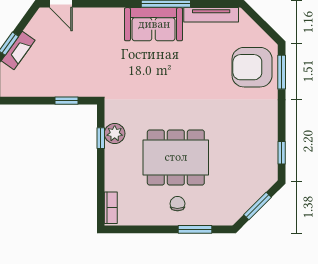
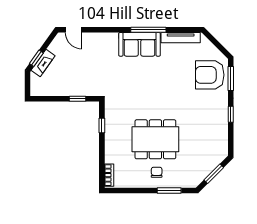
plant: (115, 133) -> (112, 122), removed
window: (282, 153) -> (231, 114), moved

